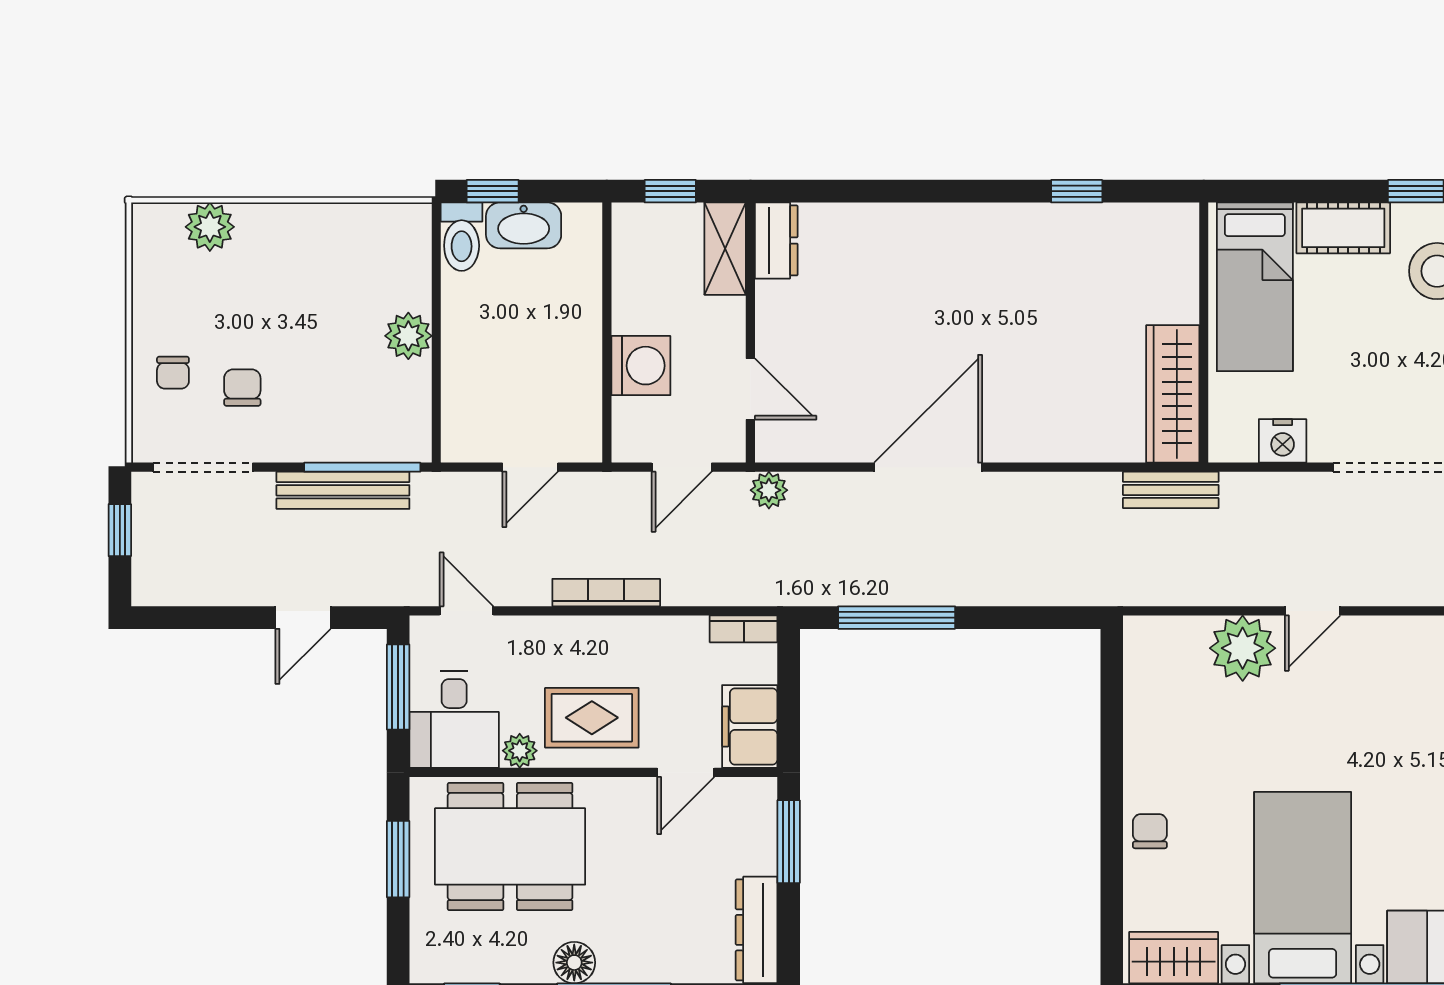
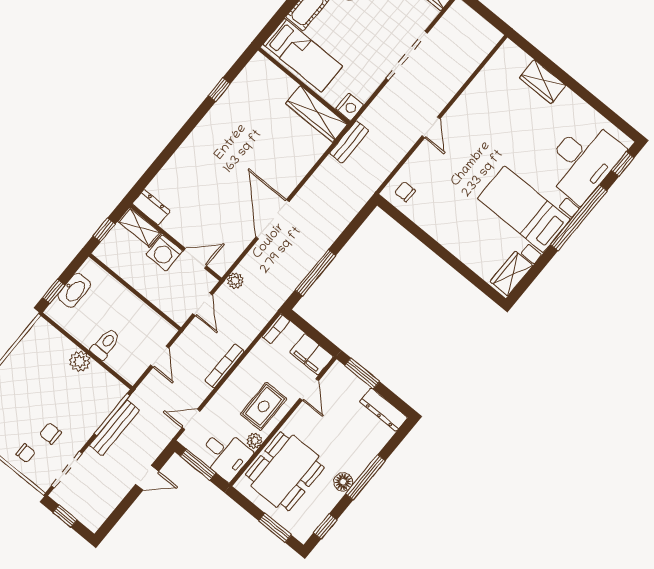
toilet: (462, 237) -> (105, 344), moved, turned -90
washing machine: (641, 366) -> (164, 253), moved, turned 180
nightstand: (1283, 441) -> (350, 107), moved
door: (303, 618) -> (147, 478), hinge flipped
plant: (1243, 648) -> (424, 162), removed
chair: (1150, 831) -> (405, 192), moved
window: (398, 859) -> (275, 528), moved

